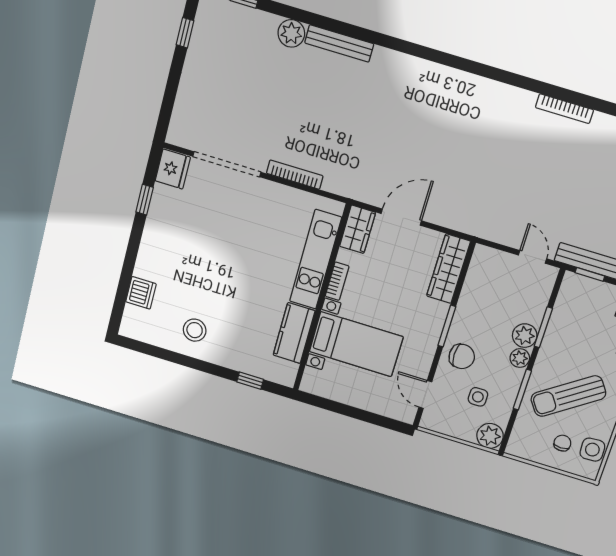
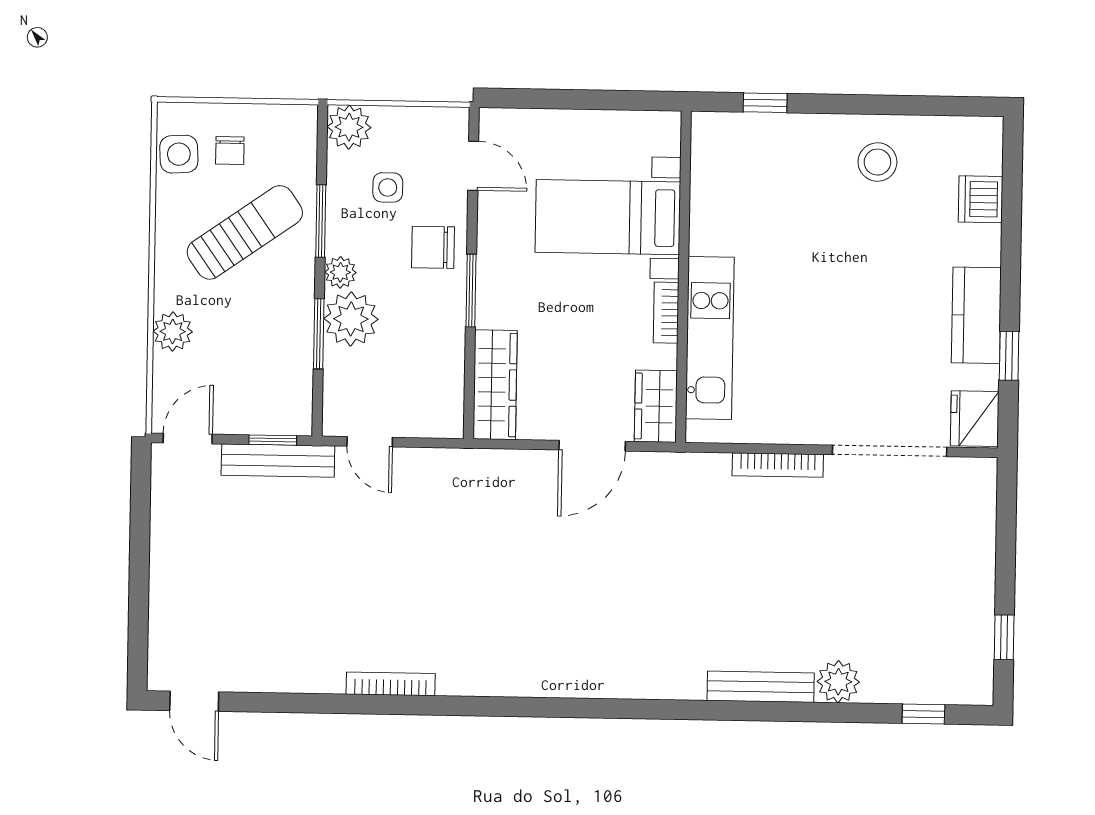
kitchen counter: (294, 333) -> (976, 315), moved, turned 180
plant: (525, 336) -> (351, 319), width x1.36, depth x1.36

